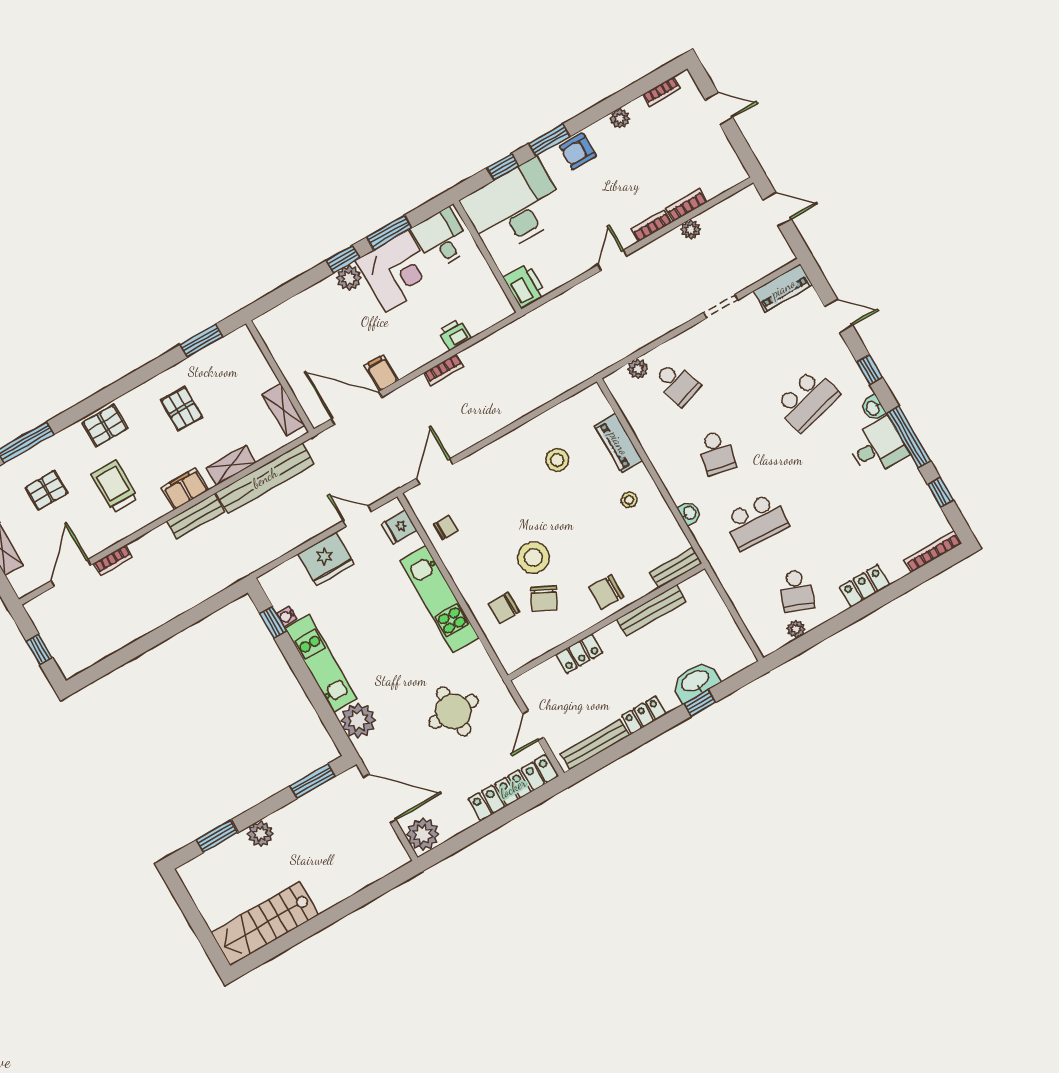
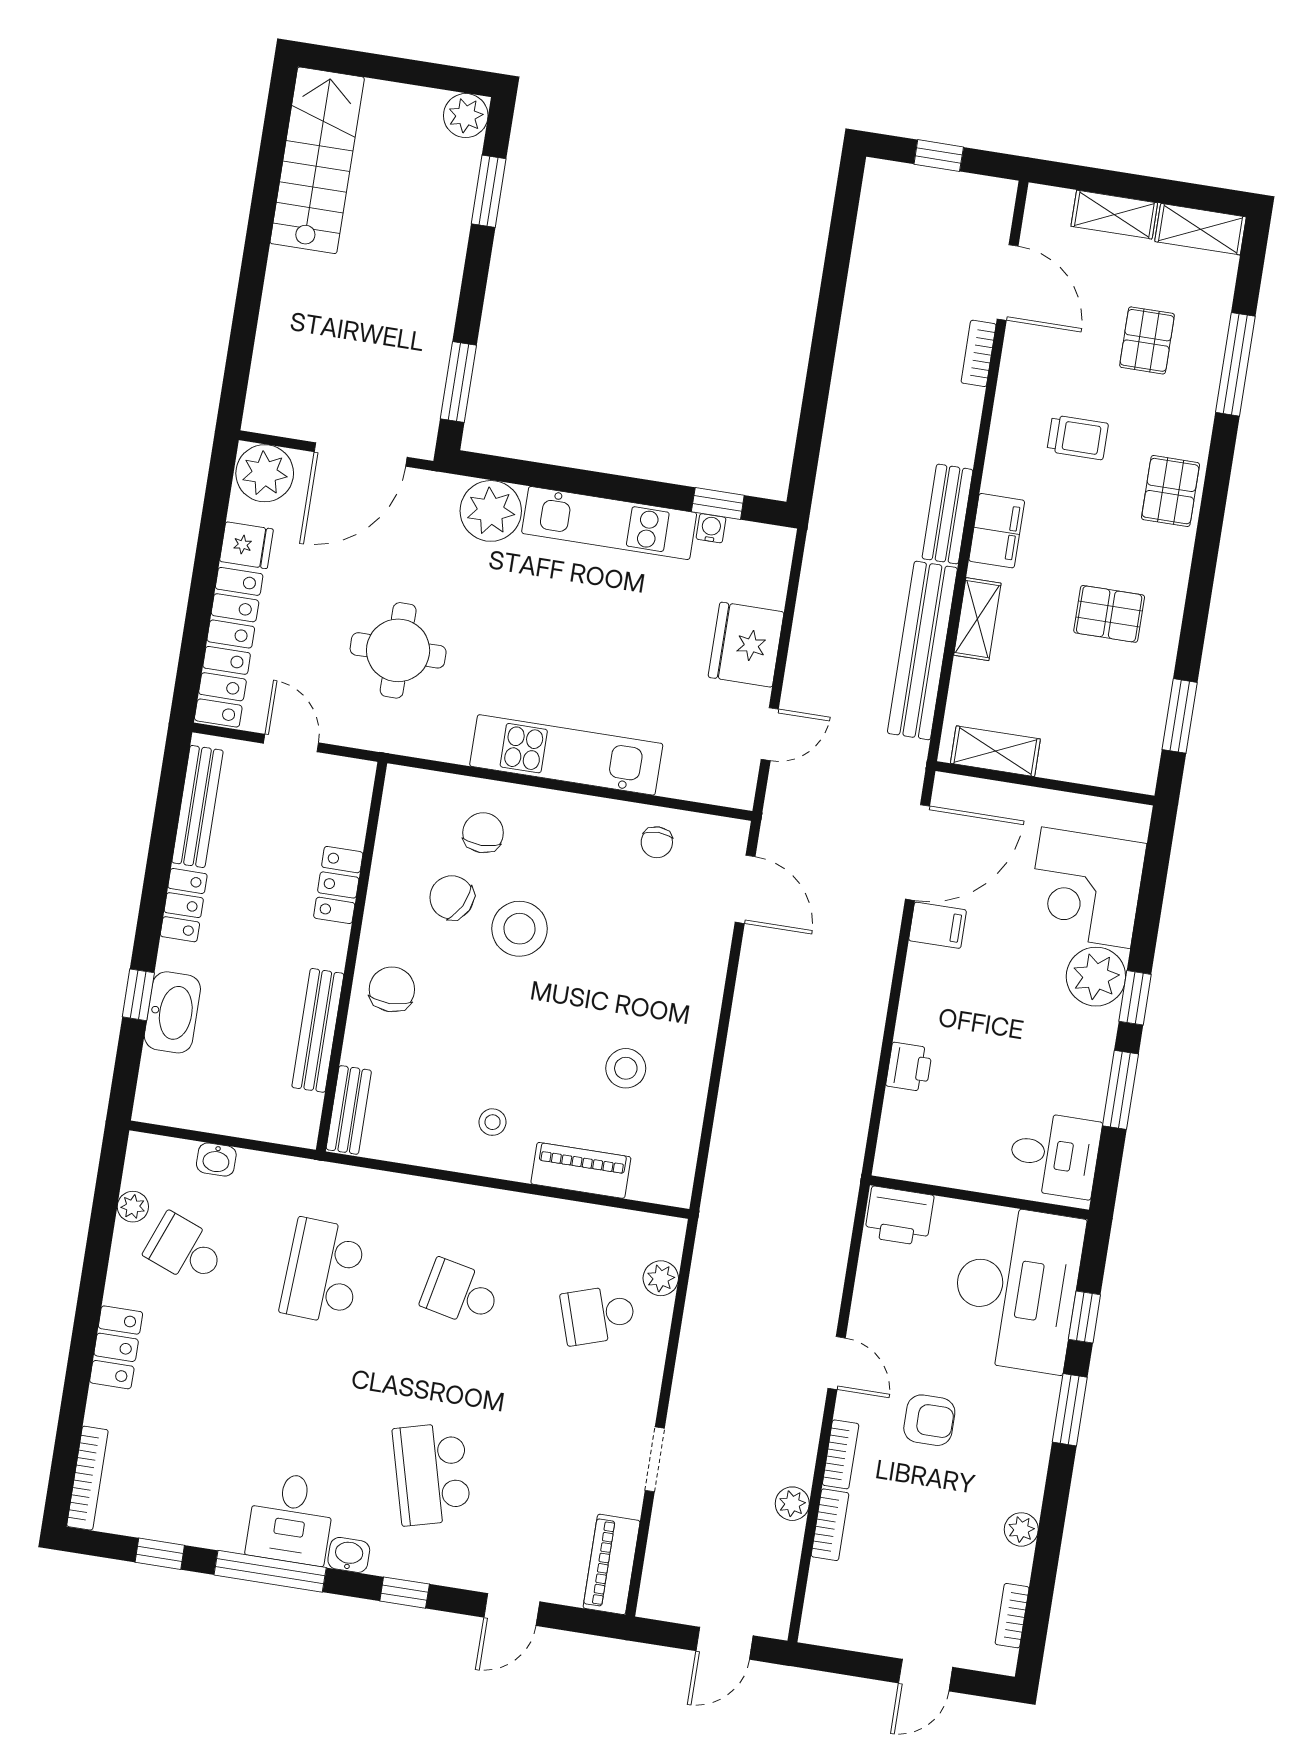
armchair: (578, 151) -> (929, 1420), moved, turned 90
corner desk: (397, 271) -> (1086, 888), moved
plant: (349, 278) -> (1096, 977), width x1.36, depth x1.36
bookcase: (444, 370) -> (874, 1013), removed
trolley: (114, 486) -> (1078, 437), width x0.73, depth x0.72
washbasin: (689, 513) -> (216, 1159), moved
fridge: (399, 527) -> (246, 545), moved, turned 90
plant: (261, 834) -> (466, 116), moved

